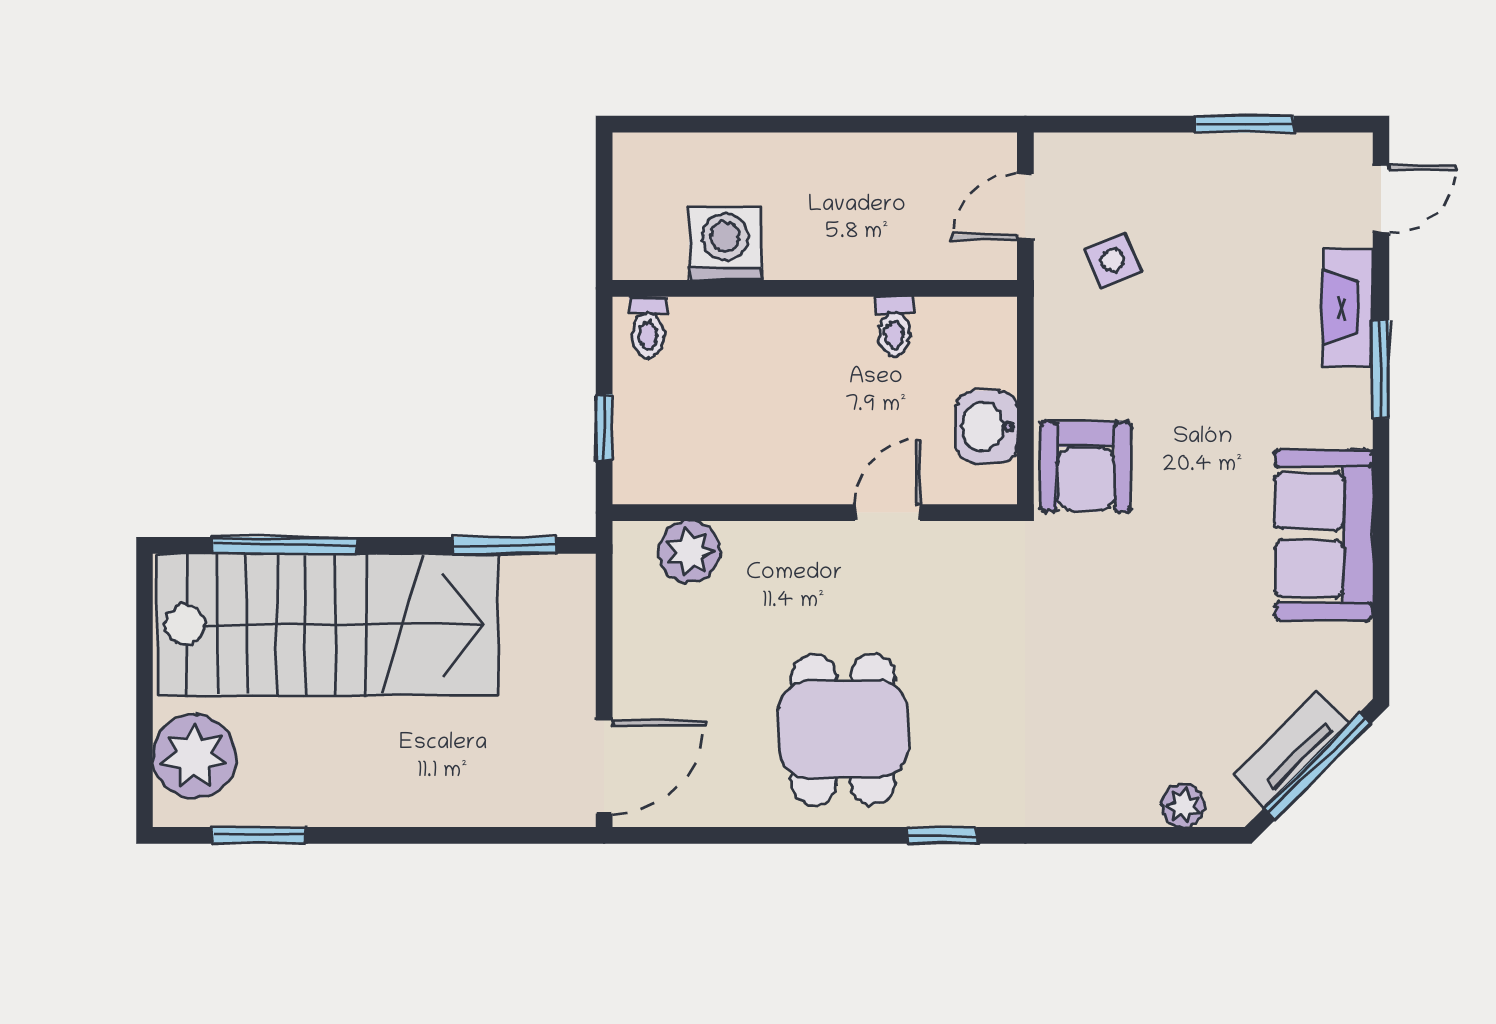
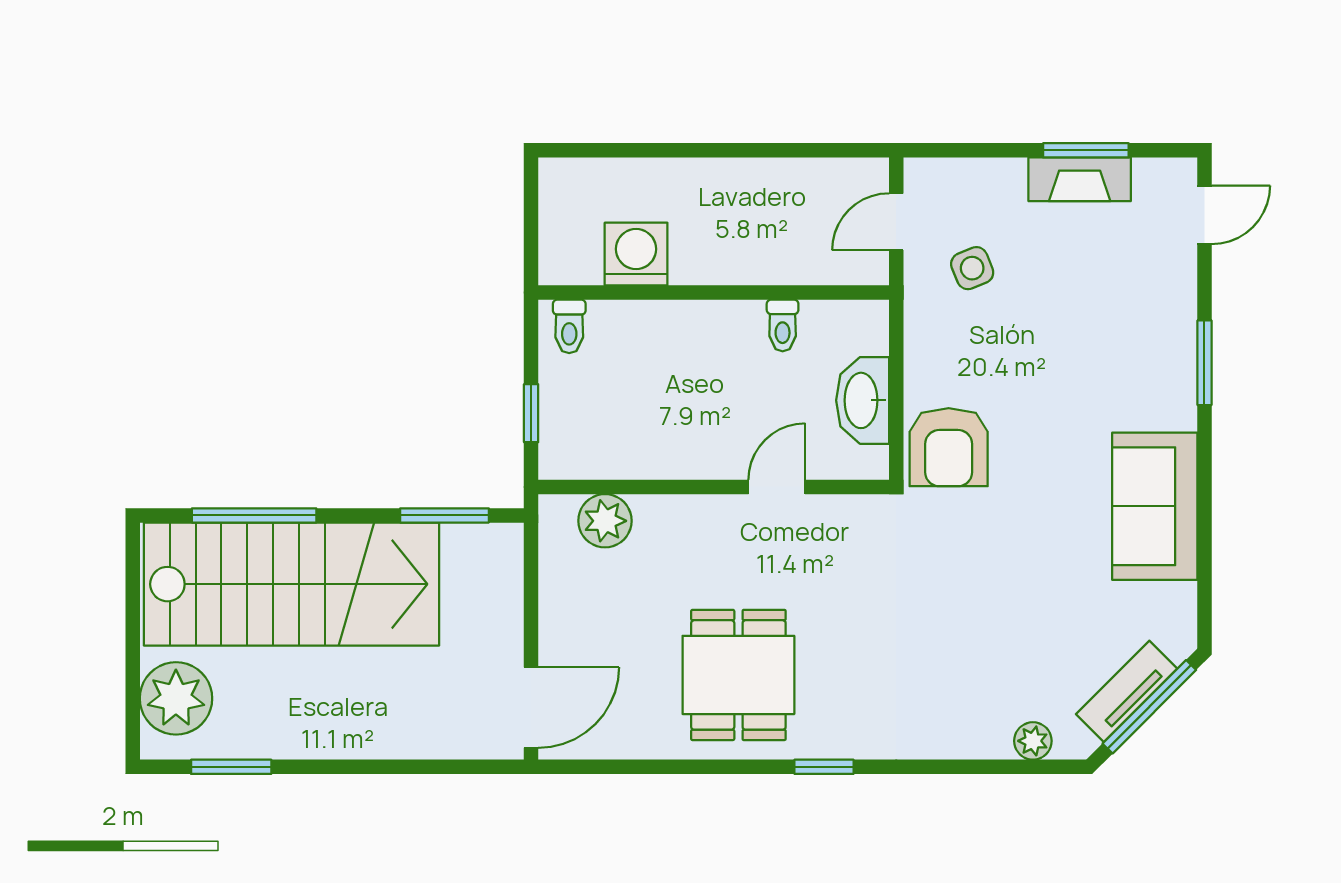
fireplace: (1348, 307) -> (1080, 179), moved, turned -90
washbasin: (987, 427) -> (863, 400), width x1.38

